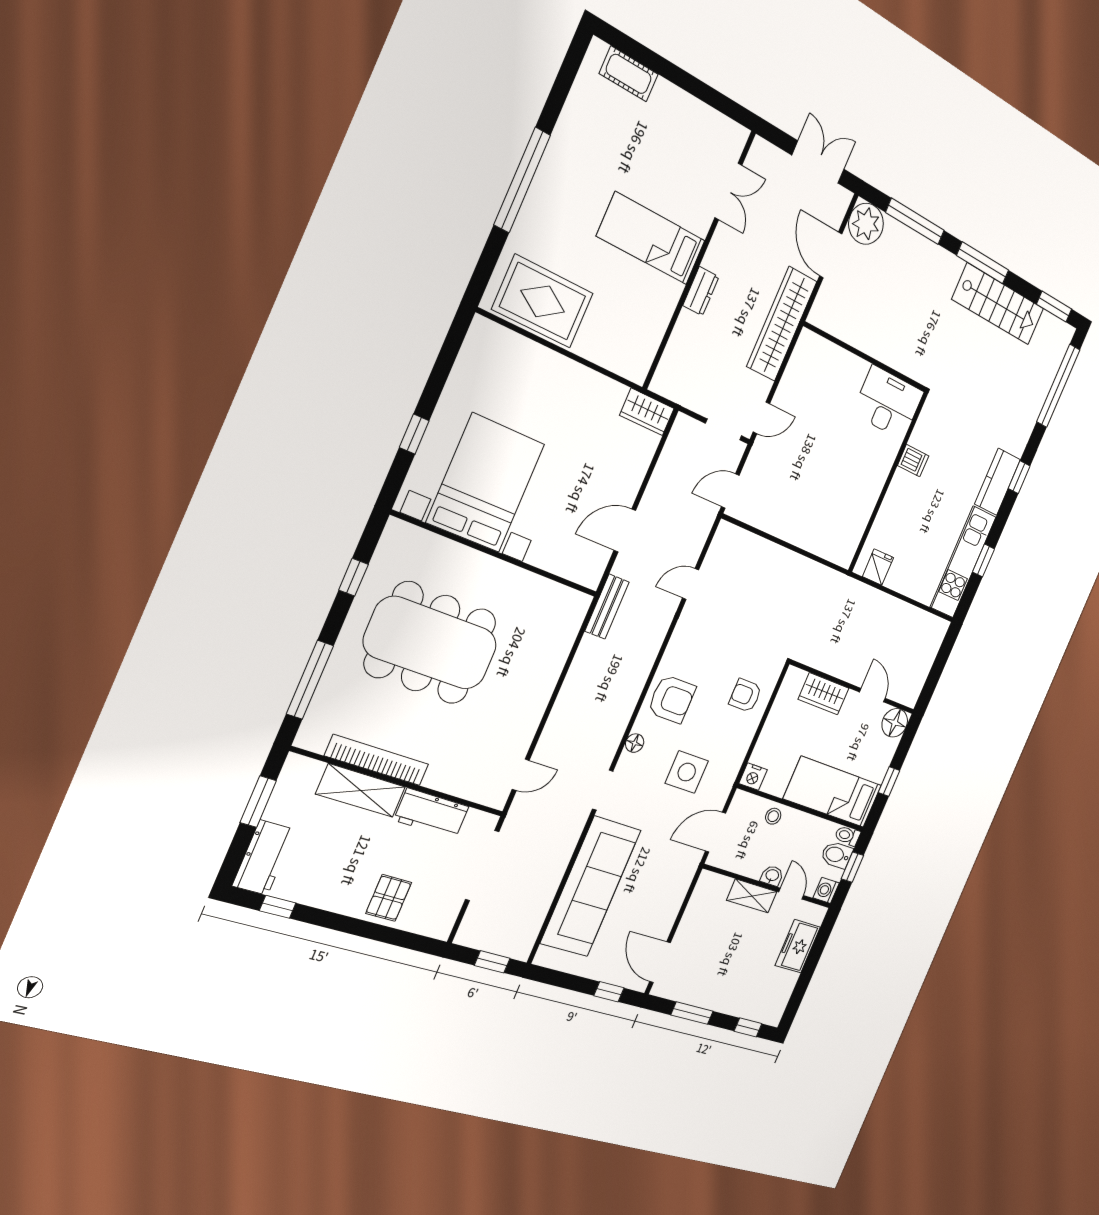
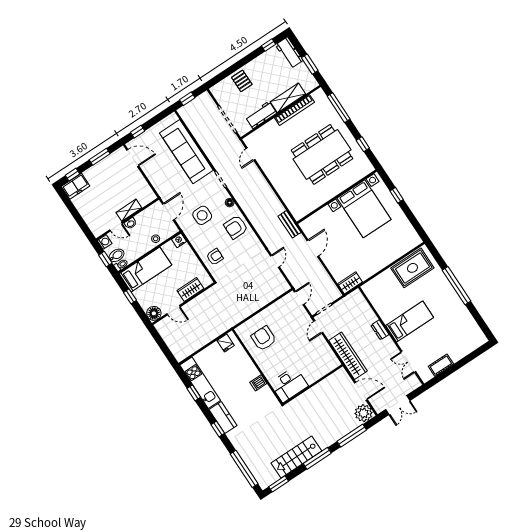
cot: (629, 74) -> (441, 365), moved
armchair: (835, 505) -> (264, 338), added
freezer: (798, 946) -> (76, 186), moved, turned 90

